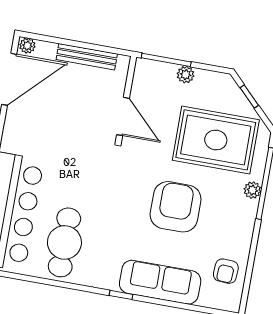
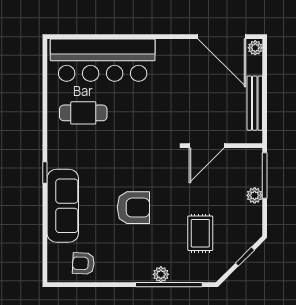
rug: (216, 140) -> (200, 233), width x0.54, depth x0.49
armchair: (176, 207) -> (133, 208), width x0.73, depth x0.73
cafe table: (64, 242) -> (83, 113), width x0.73, depth x0.74

